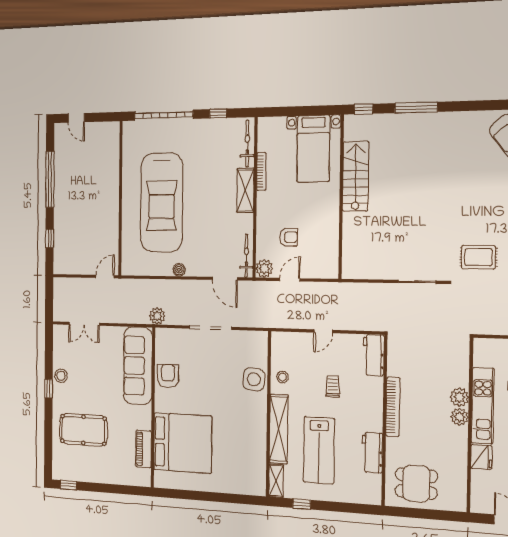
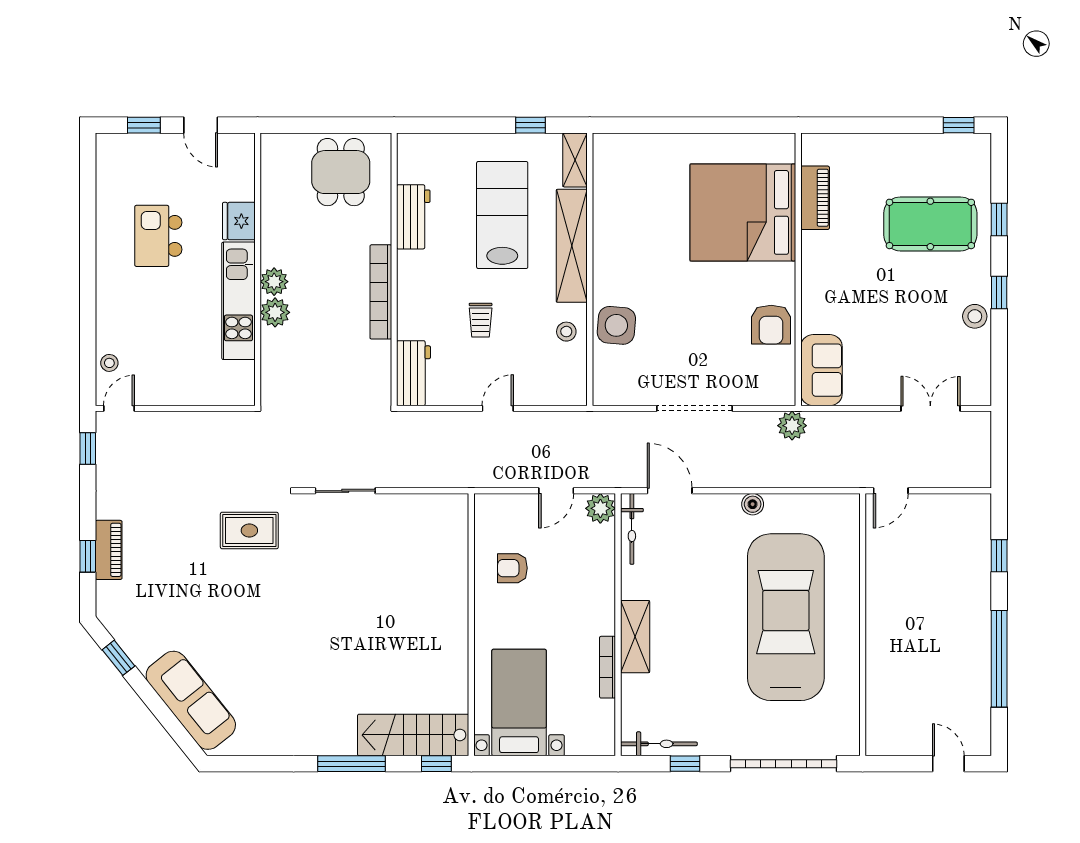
bicycle: (247, 144) -> (659, 744), moved, turned -90
stairs: (356, 176) -> (413, 735), moved, turned 90
armchair: (288, 237) -> (512, 568), moved
sofa: (138, 366) -> (821, 370), width x0.54, depth x0.79
window: (48, 430) -> (999, 220), added
dining table: (416, 484) -> (341, 172), turned 90

